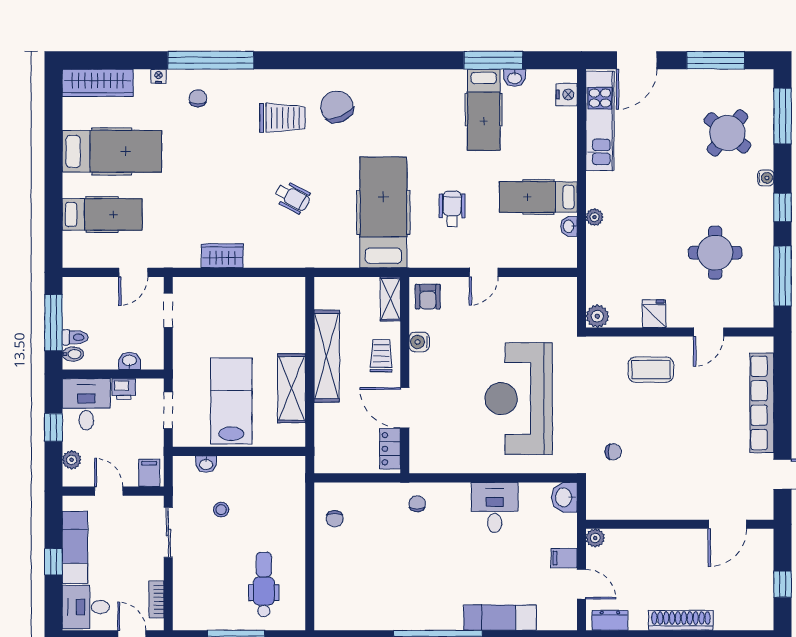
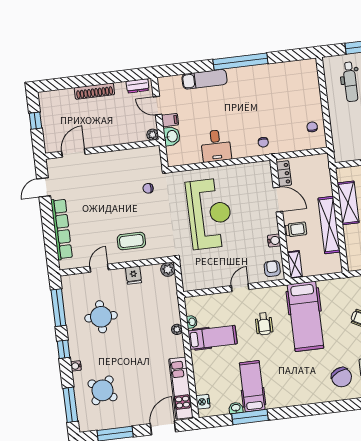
trolley: (381, 356) -> (296, 229), turned -91
washbasin: (564, 497) -> (172, 136), moved

